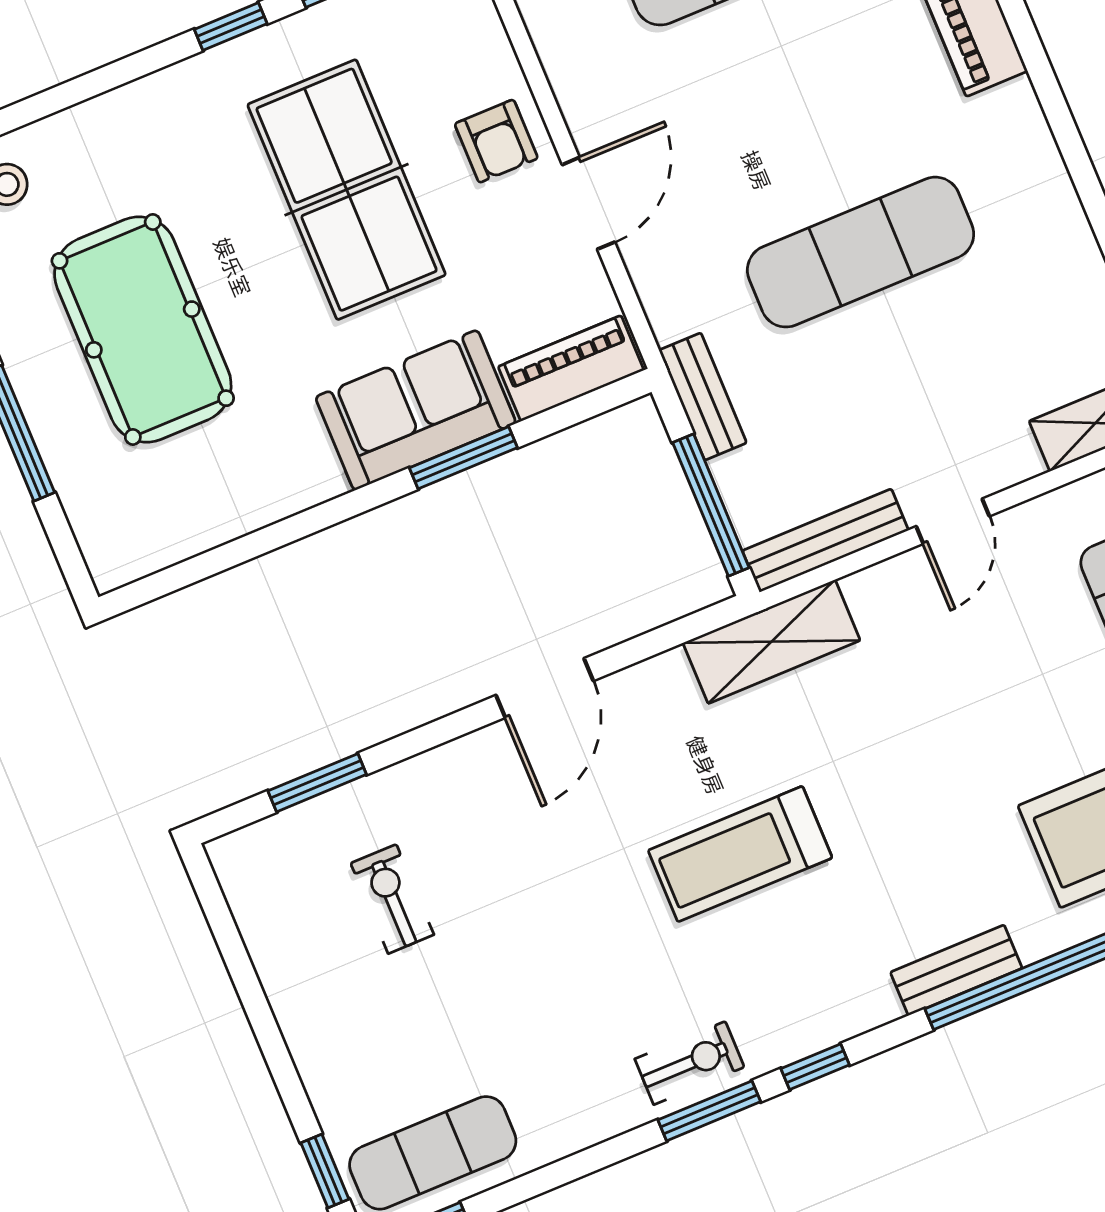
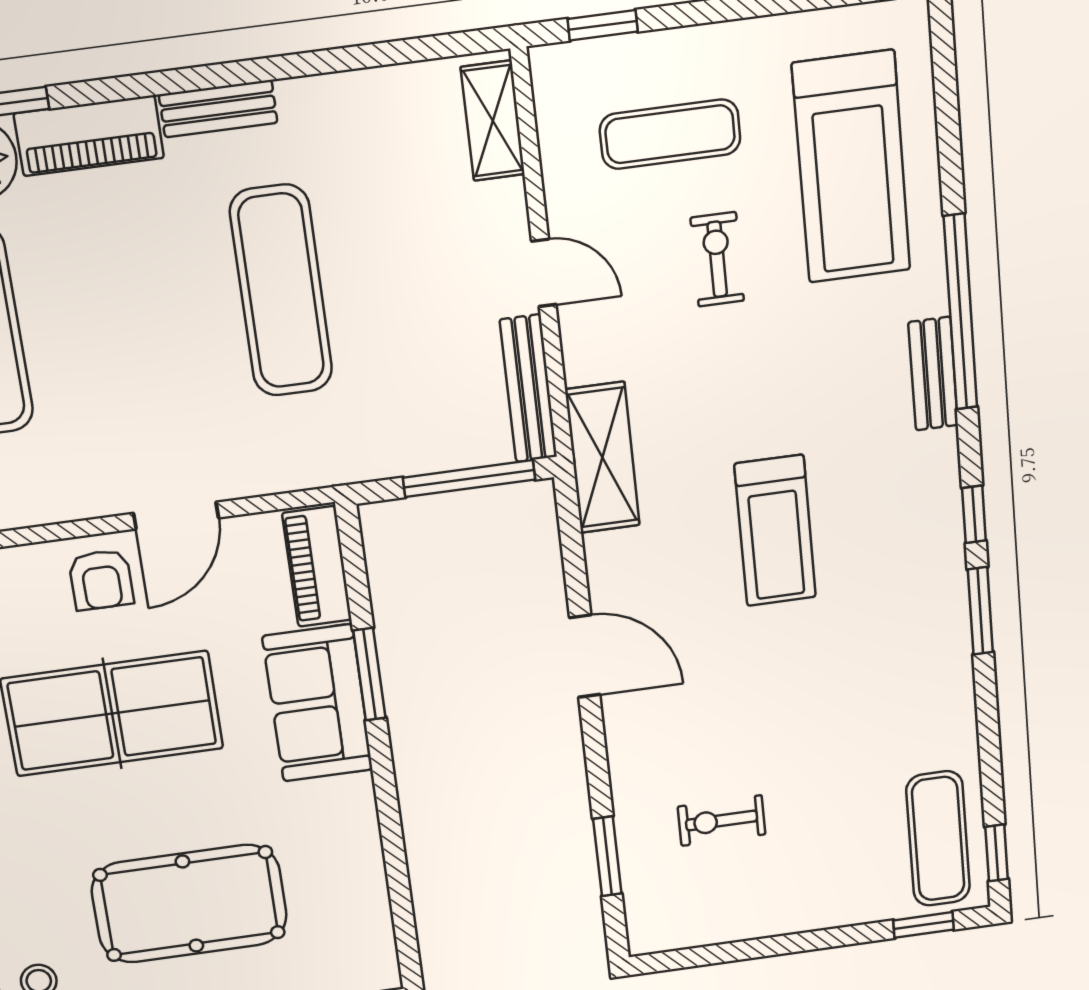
armchair: (496, 141) -> (101, 580), turned 90
door: (588, 203) -> (176, 516), swing flipped
bench: (703, 396) -> (218, 109), moved
exercise bike: (689, 1063) -> (717, 259), moved

